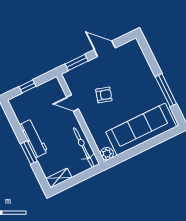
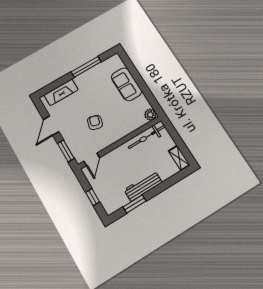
fireplace: (140, 61) -> (61, 92), added
door: (73, 103) -> (92, 159), moved
sofa: (141, 129) -> (126, 84), width x0.54, depth x0.79
window: (29, 152) -> (135, 204), moved

